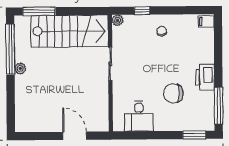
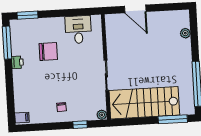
plant: (20, 68) -> (185, 33), moved
printer: (205, 77) -> (17, 62), width x0.53, depth x0.68

